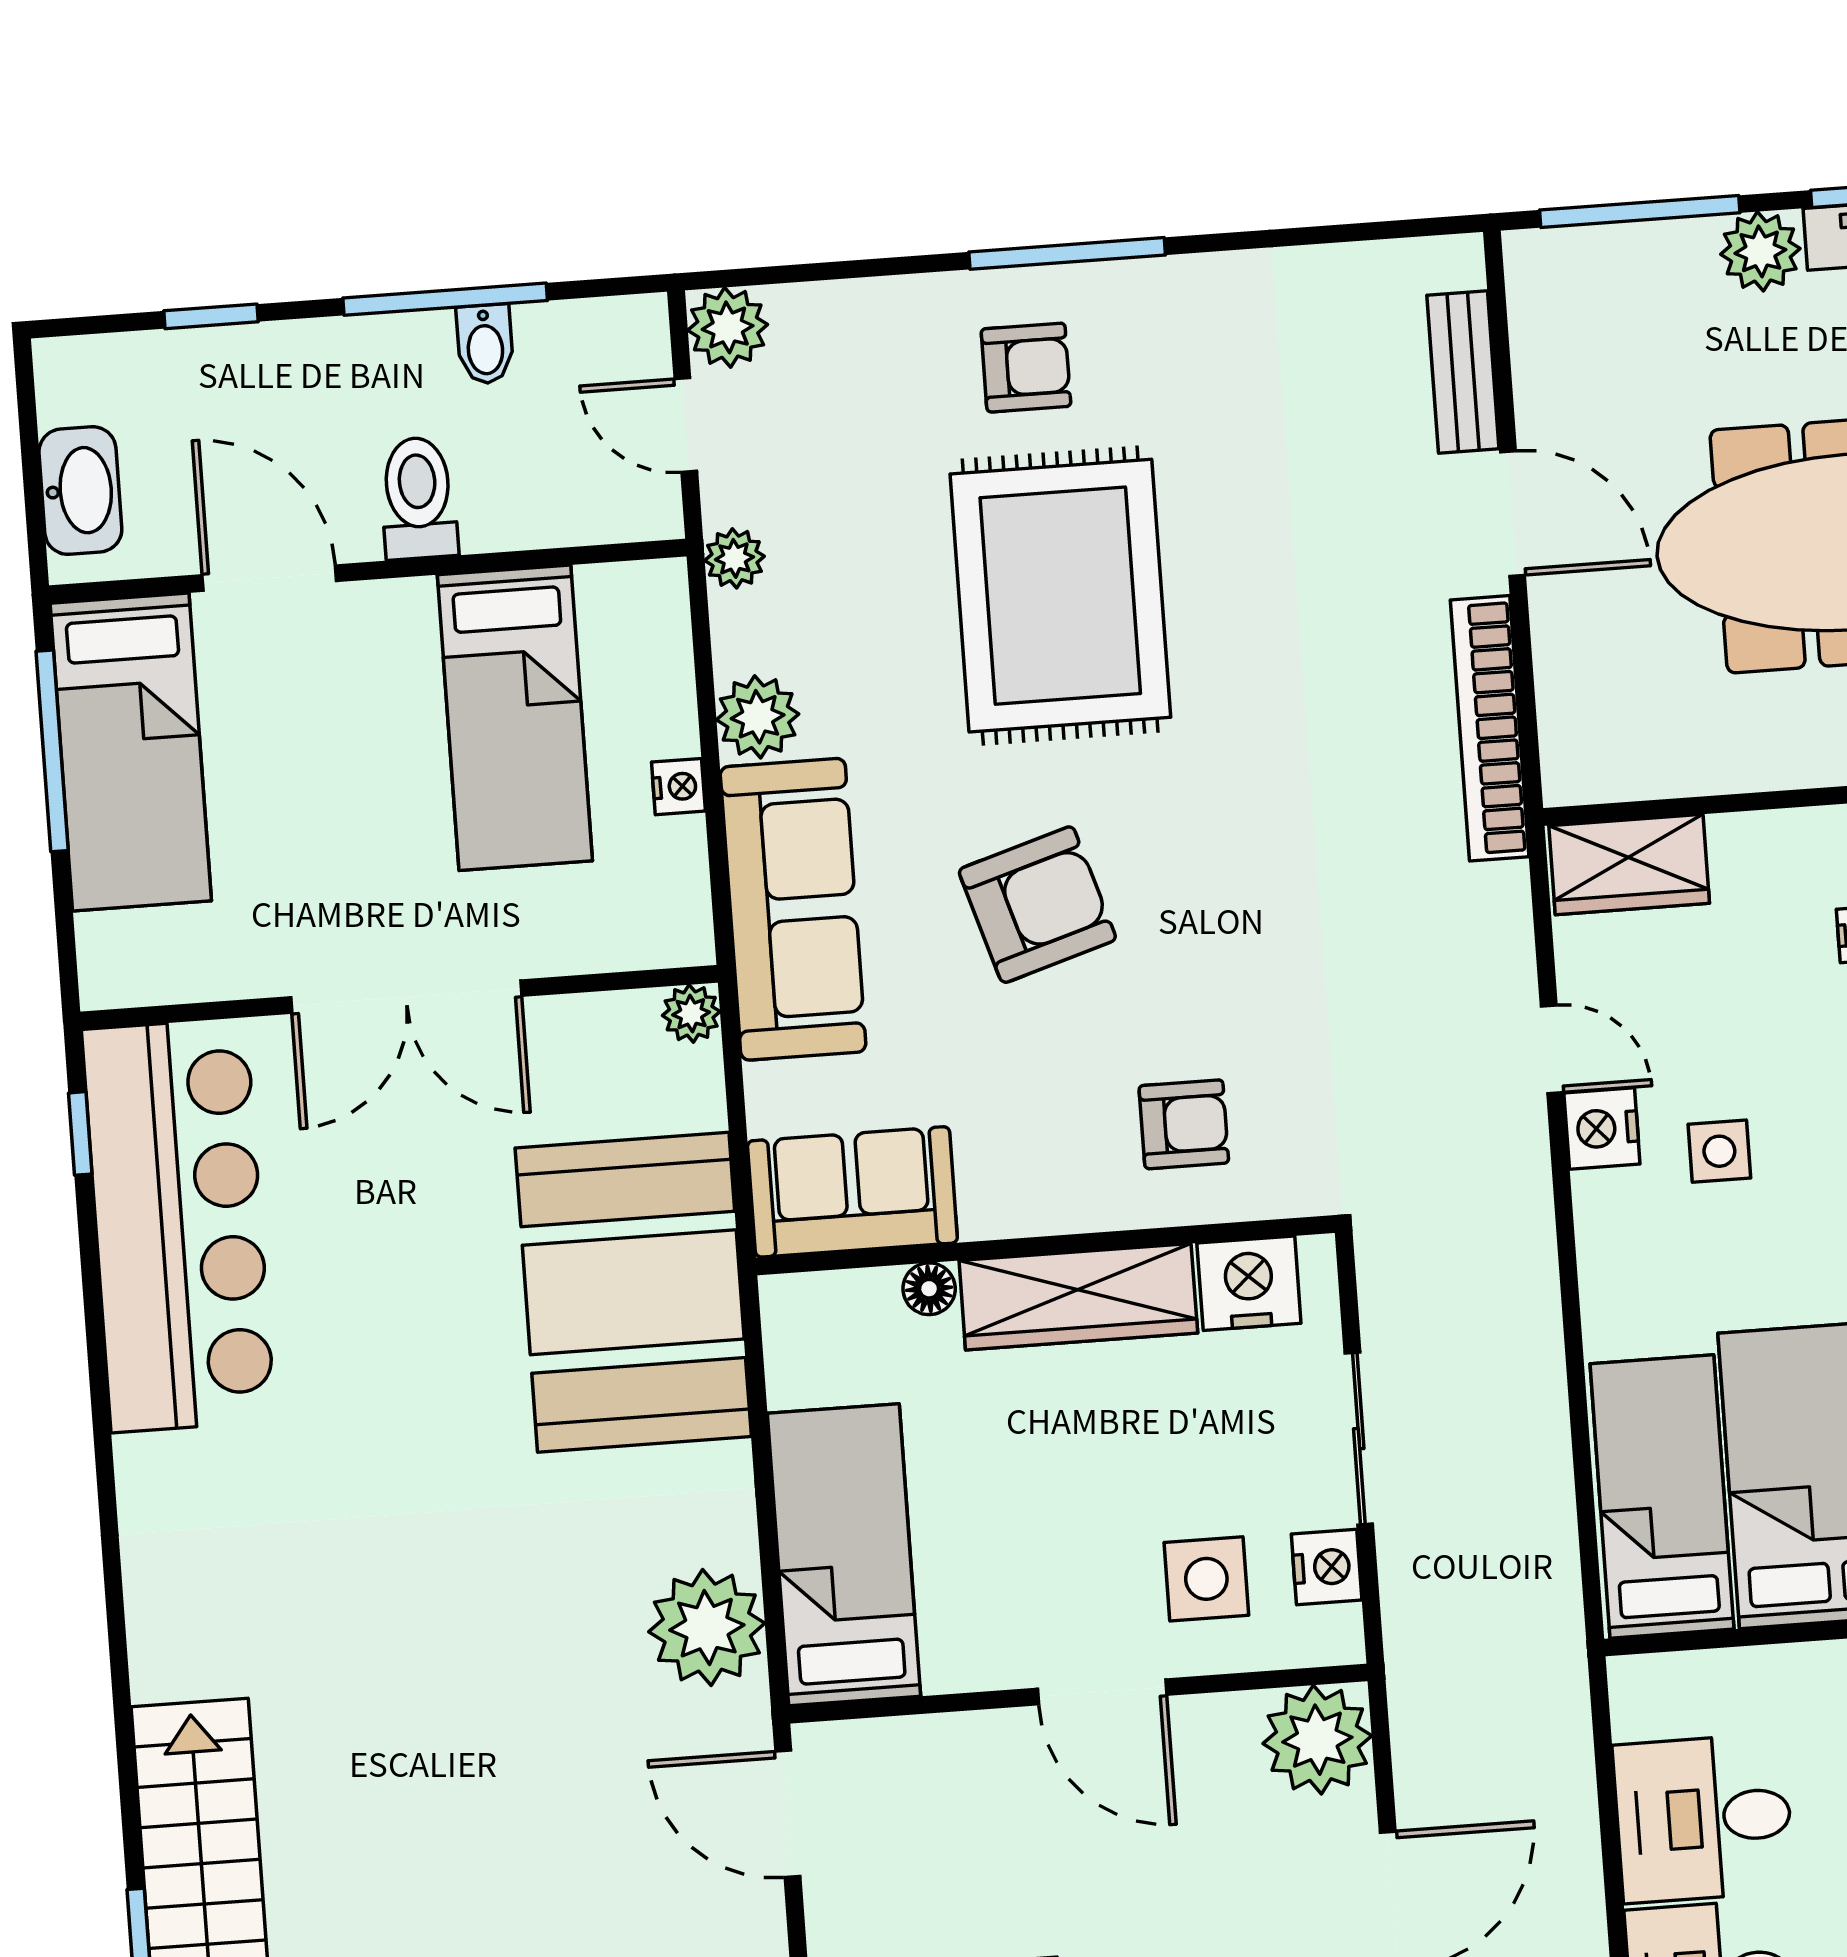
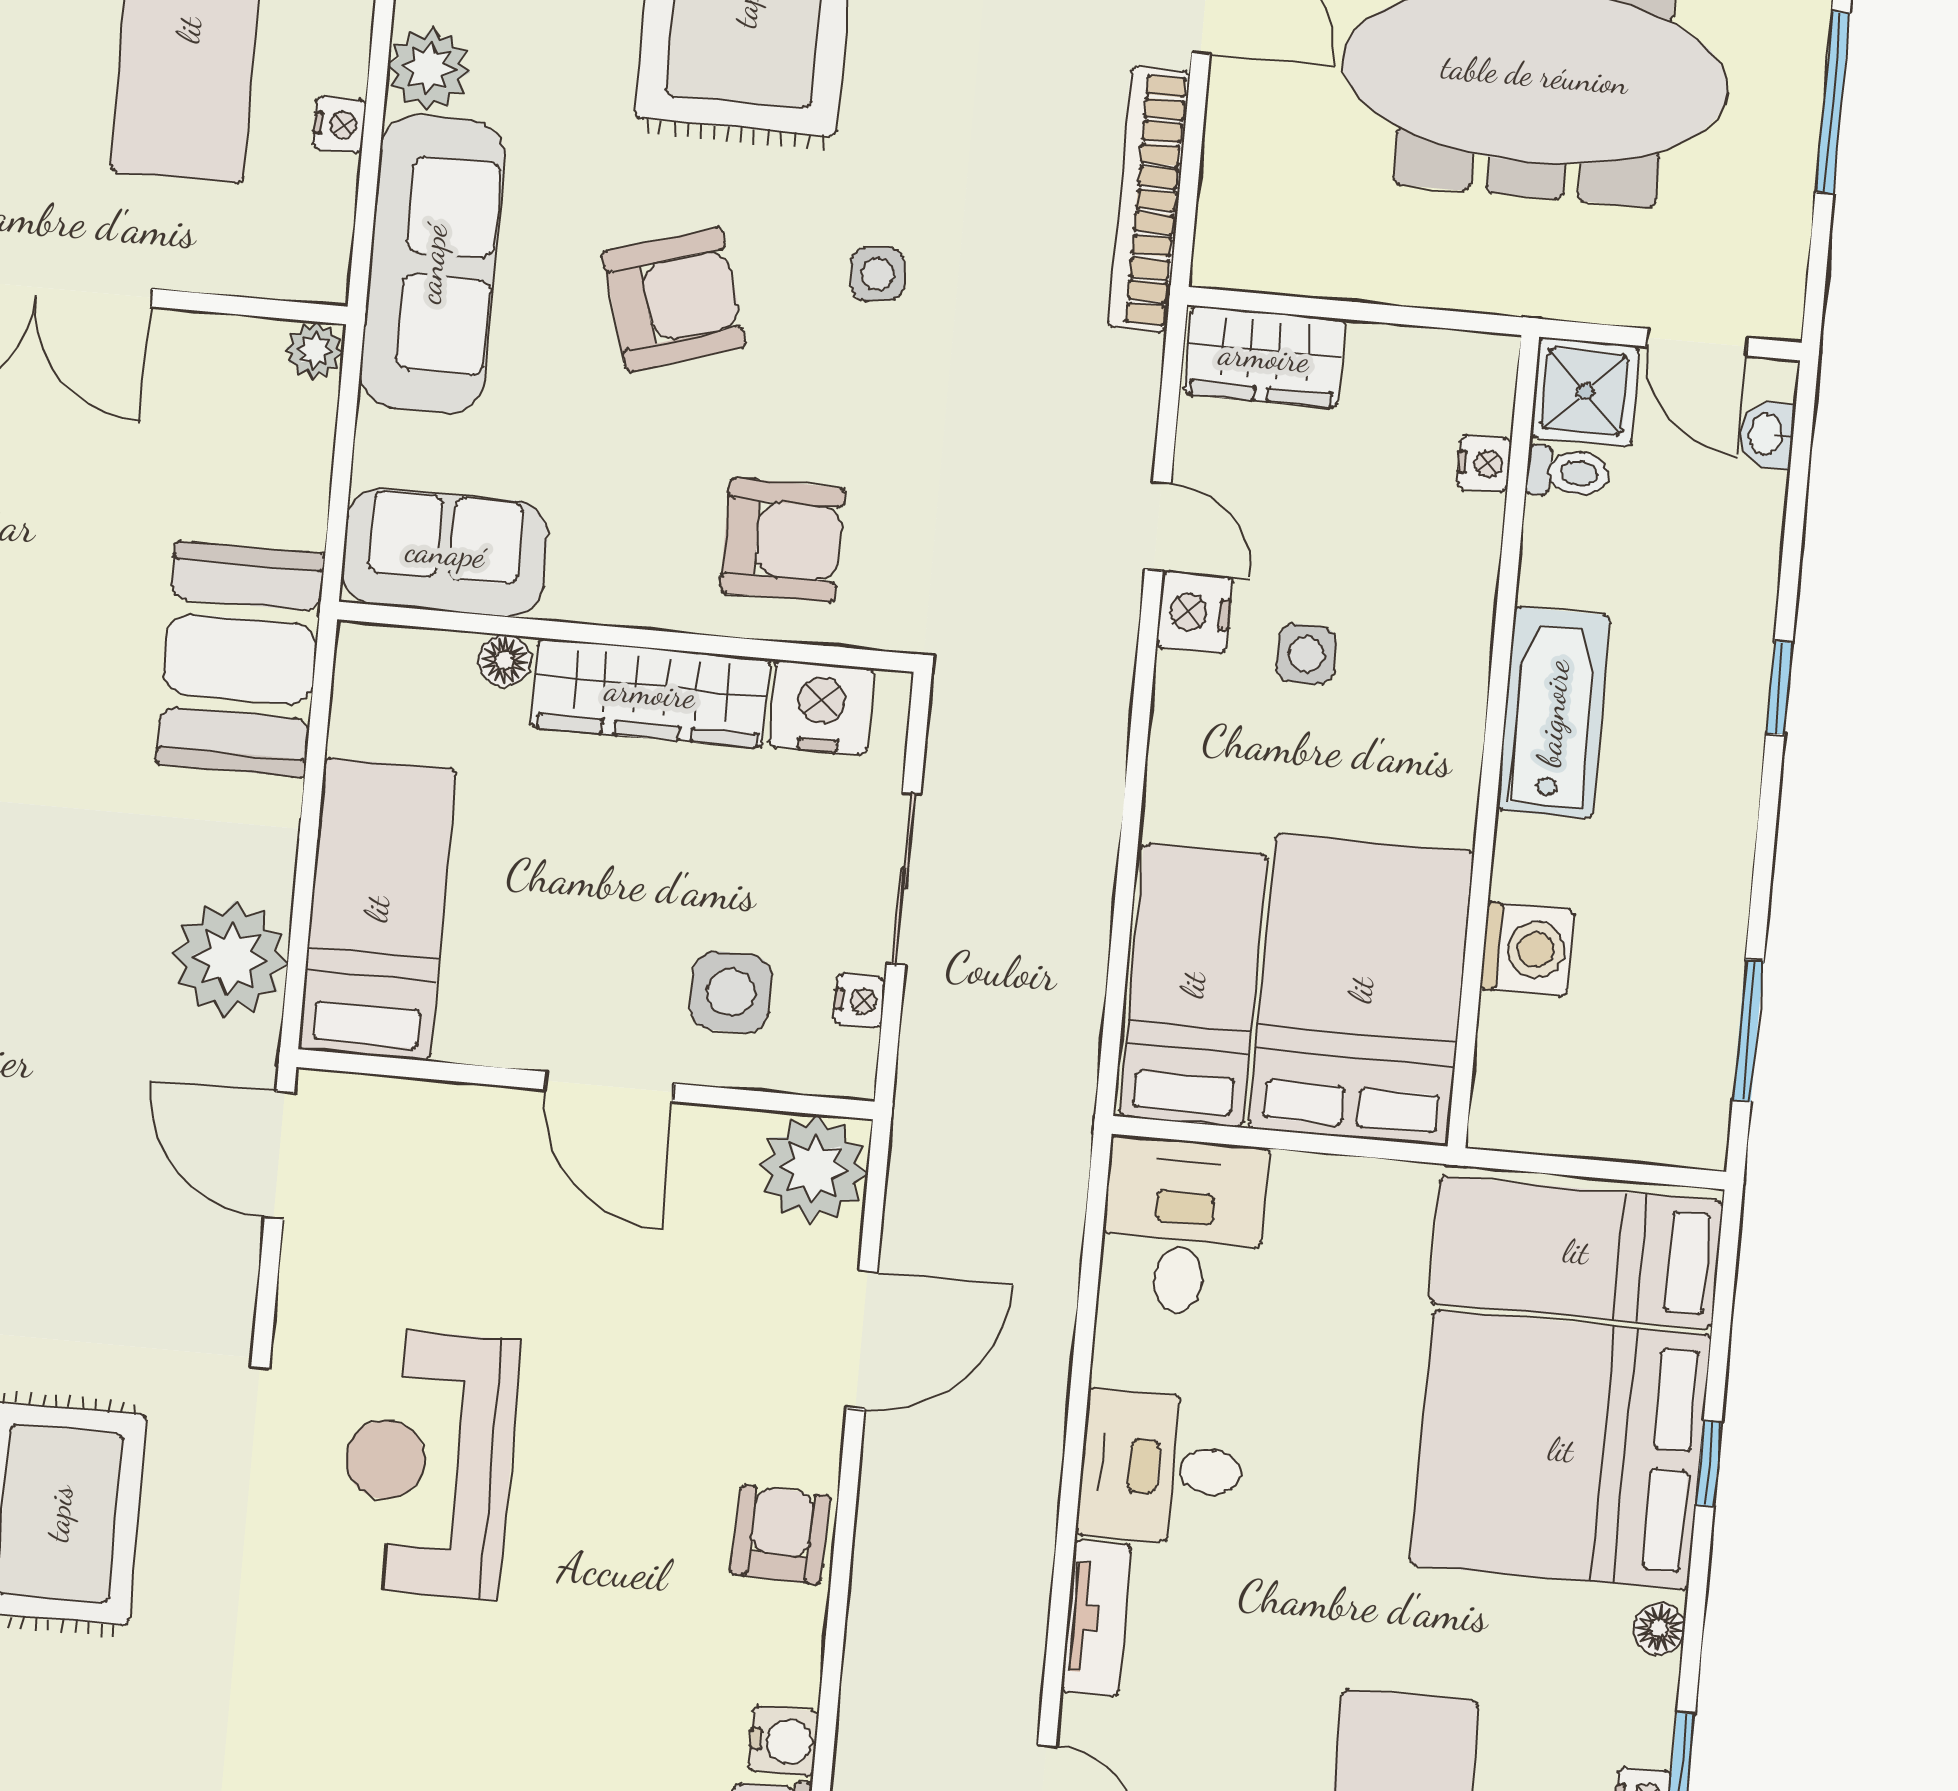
side table: (1234, 846) -> (878, 274), added
armchair: (1184, 1124) -> (783, 540), width x1.38, depth x1.38
booth: (633, 1292) -> (240, 659), width x0.73, depth x0.70
nightstand: (1327, 1567) -> (860, 1001), width x0.72, depth x0.74
desk: (1704, 1818) -> (1183, 1227), moved, turned 90

